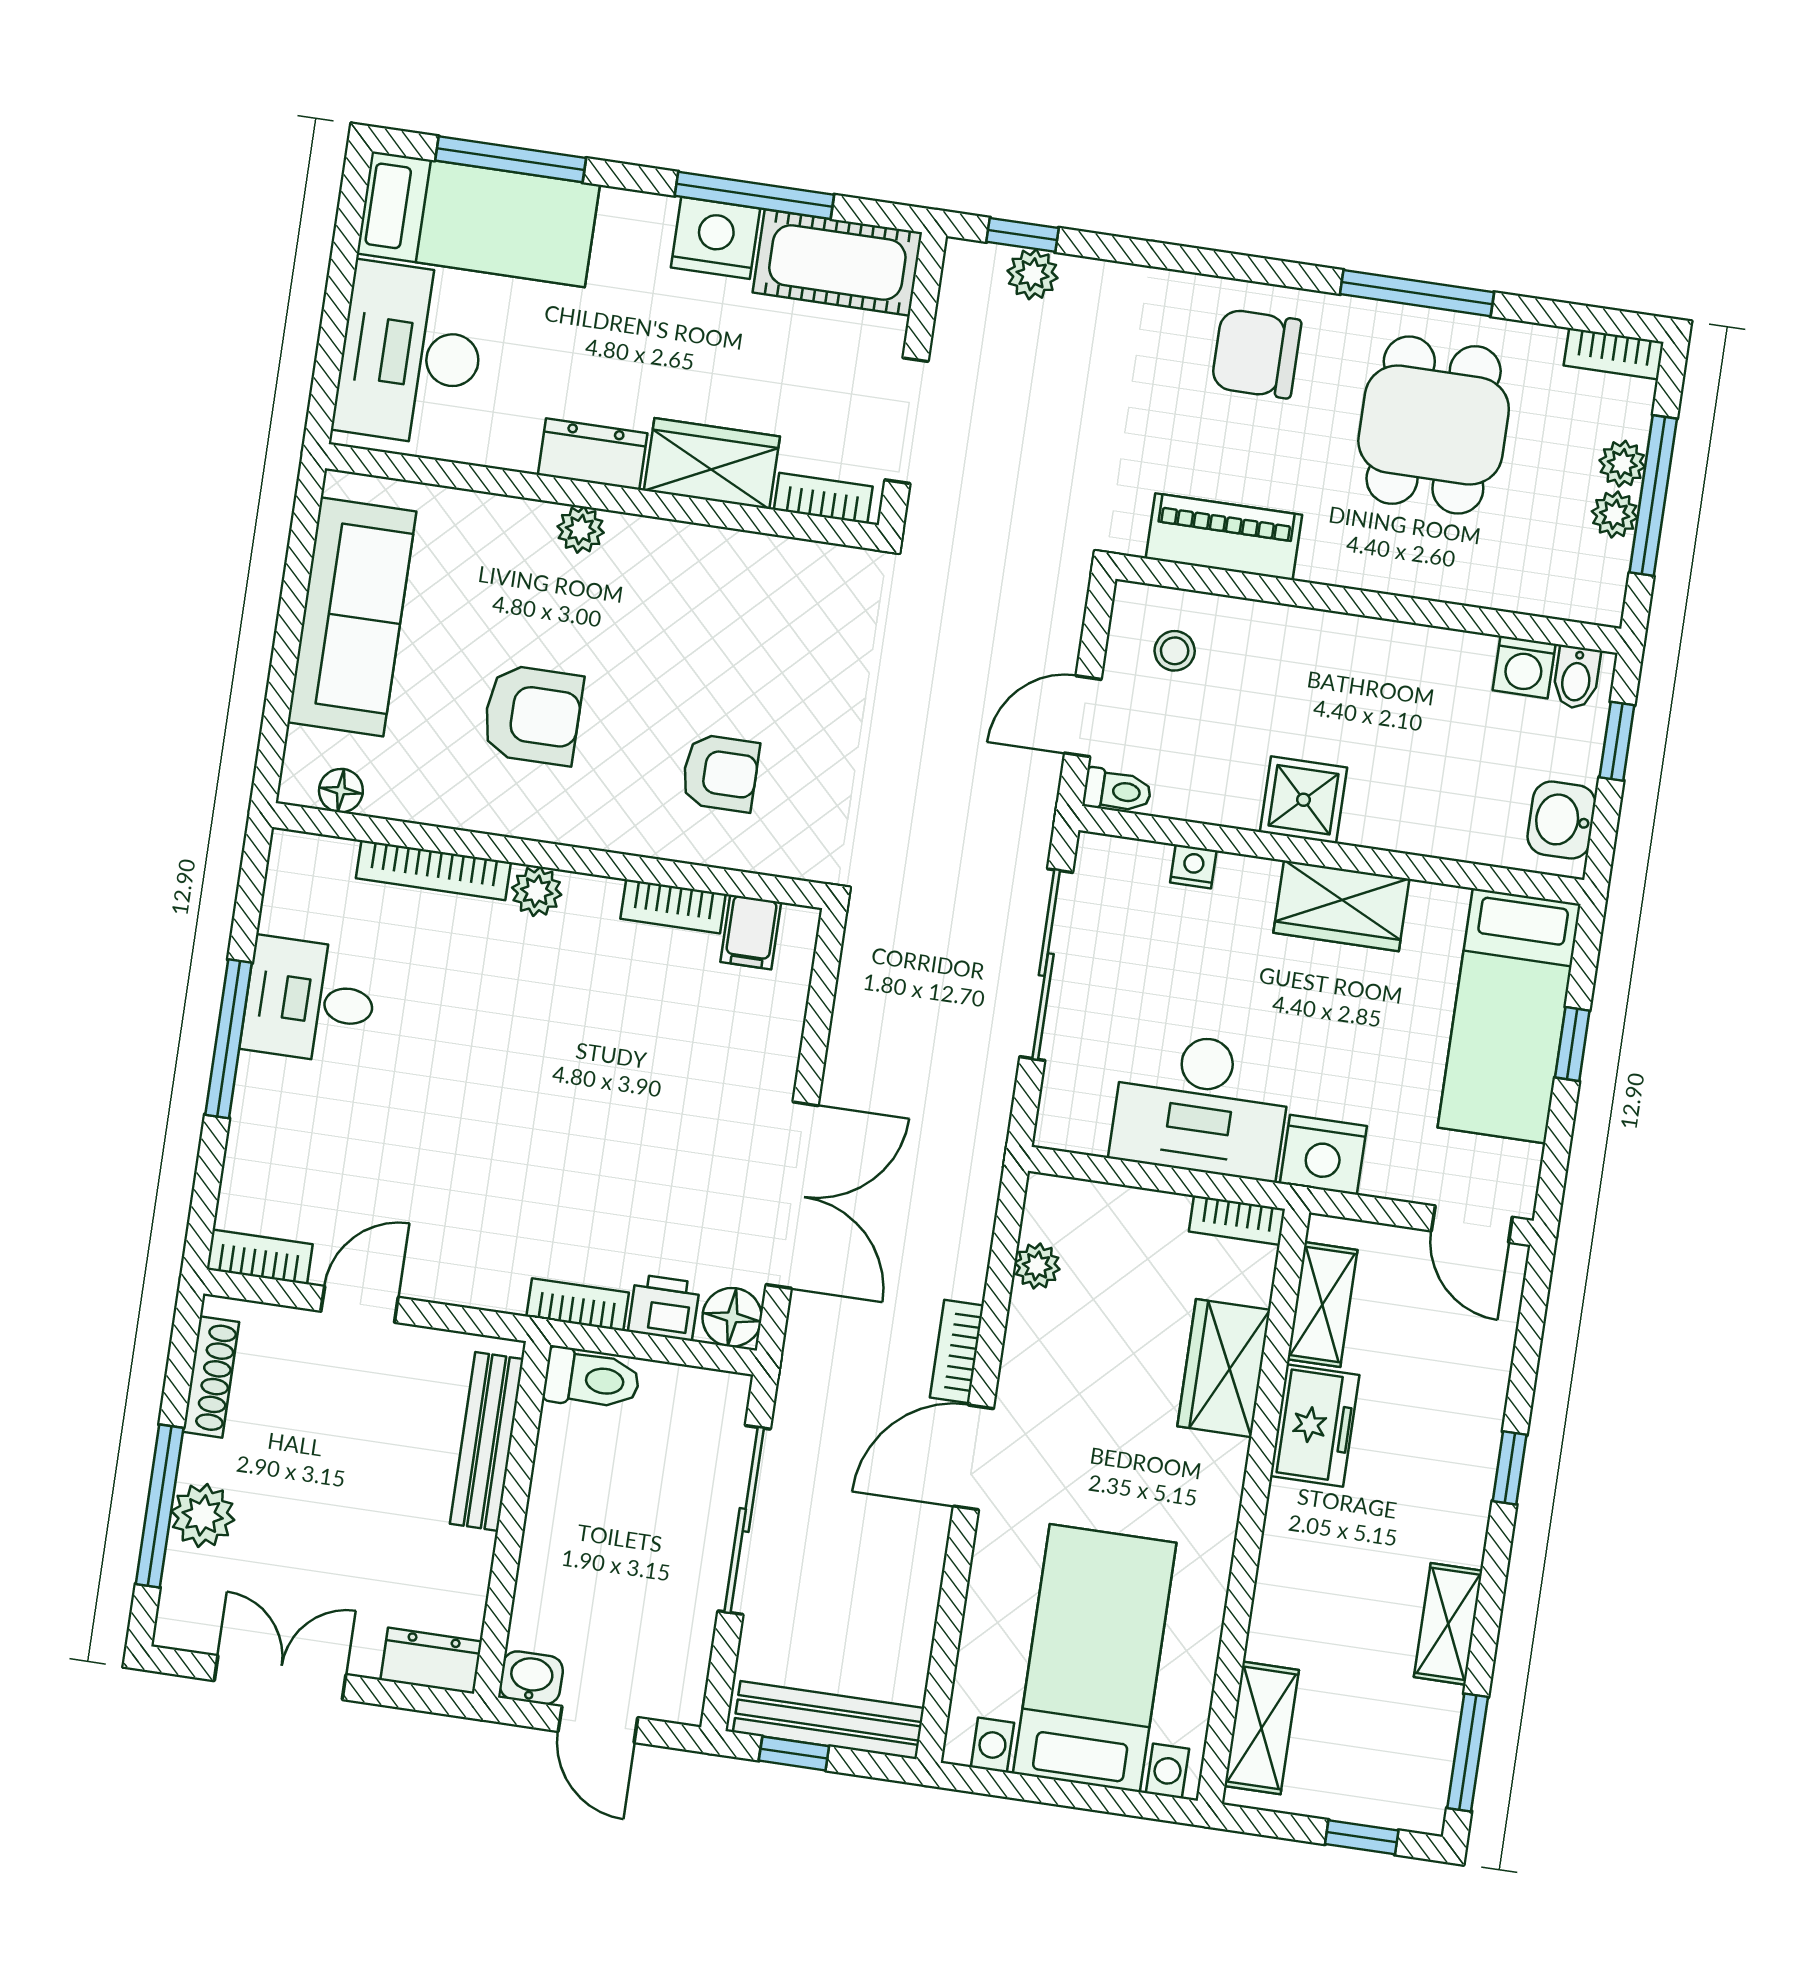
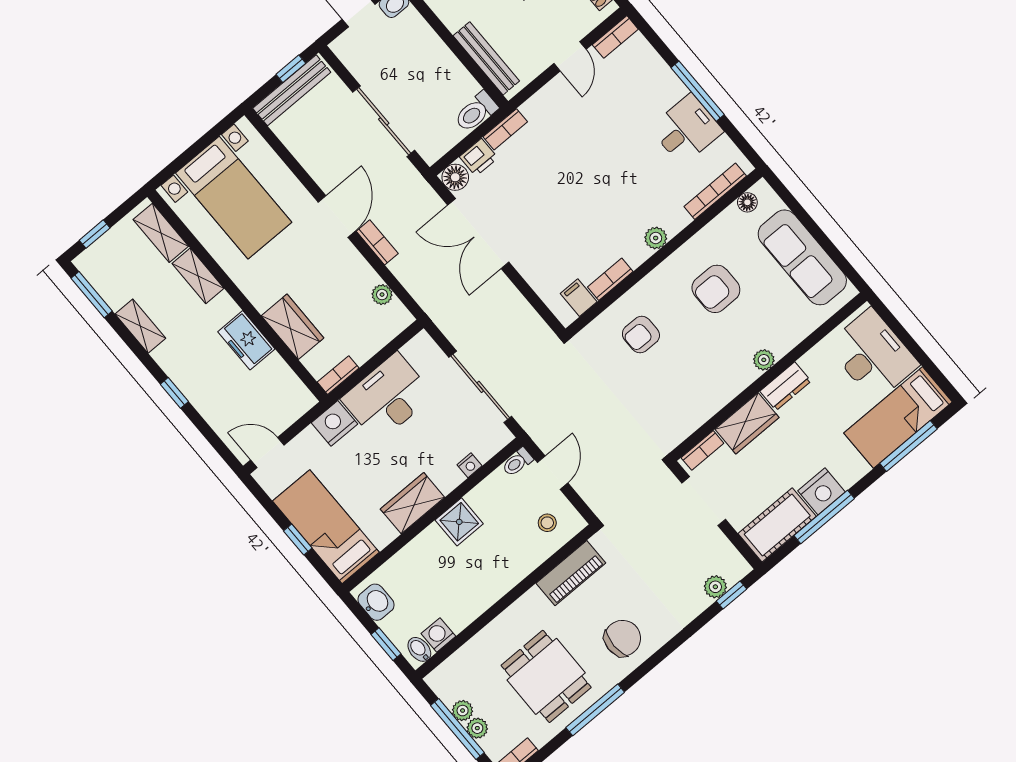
bookcase: (433, 870) -> (715, 191), moved
shelving: (1322, 1305) -> (198, 276), moved

